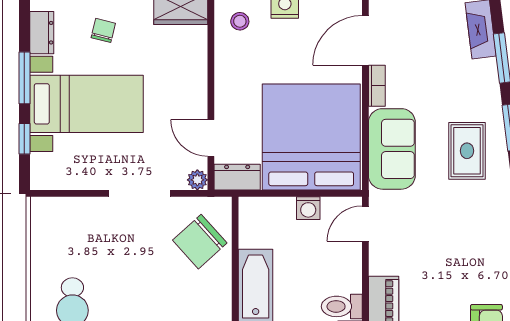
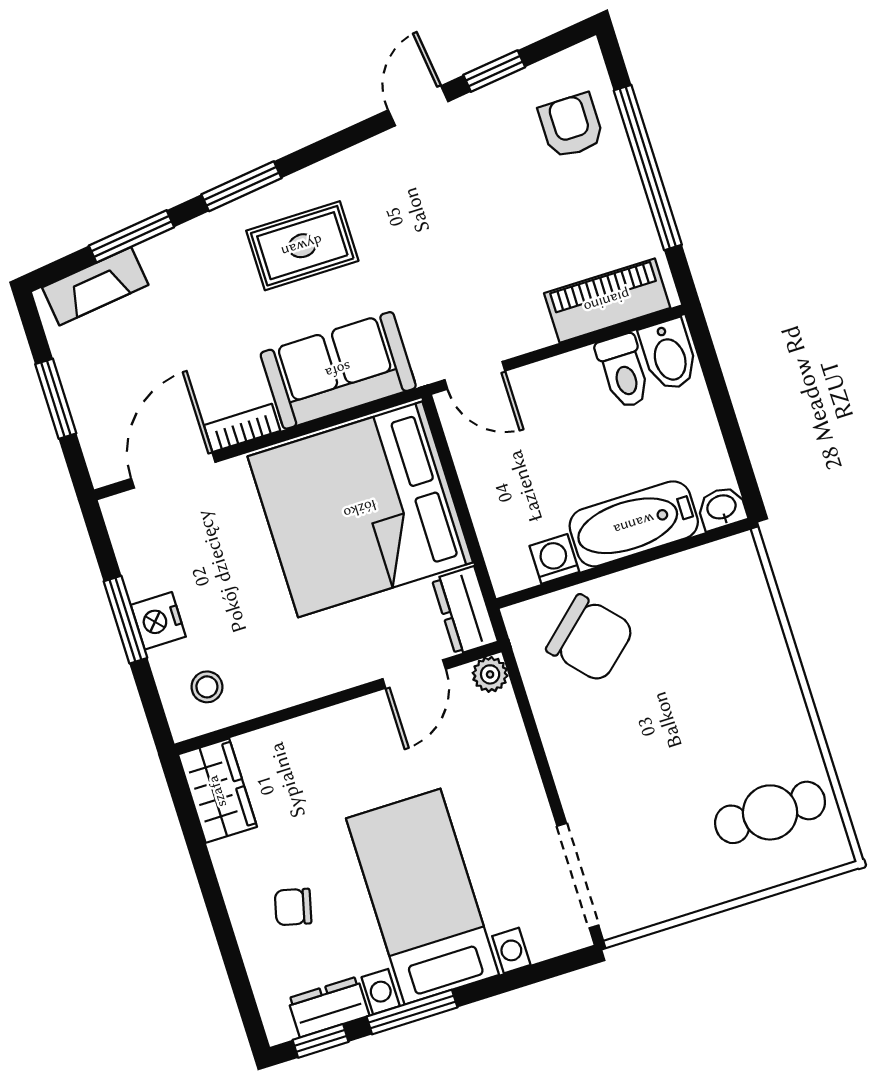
door: (365, 40) -> (173, 470), swing flipped
window: (24, 139) -> (321, 1041), moved
doorway: (140, 193) -> (578, 876), moved
washing machine: (308, 208) -> (554, 559), moved, turned -90

